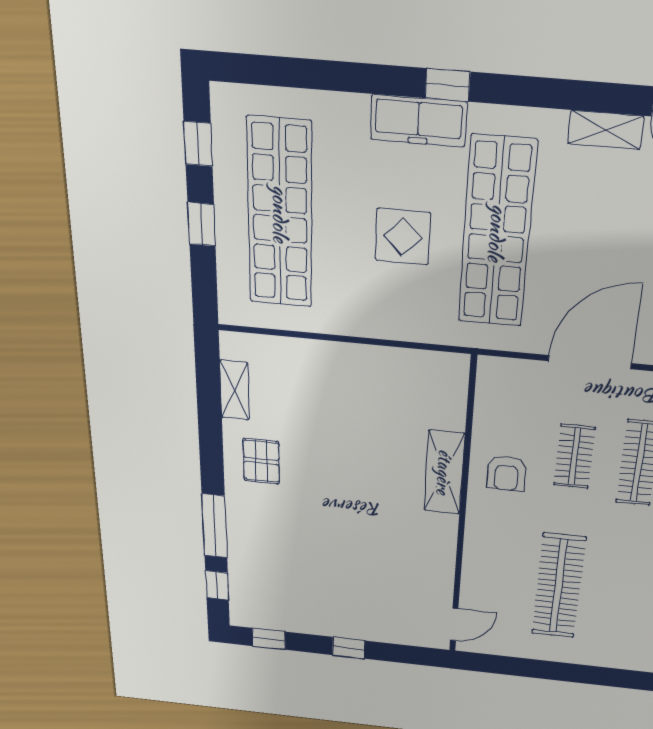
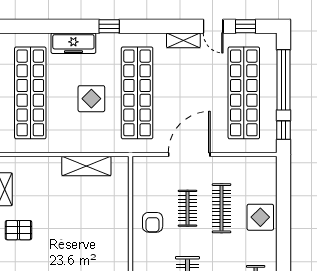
freezer: (418, 121) -> (73, 43), moved
pallet: (261, 461) -> (18, 230), turned 90
shelving: (444, 472) -> (86, 166), moved, turned 90

